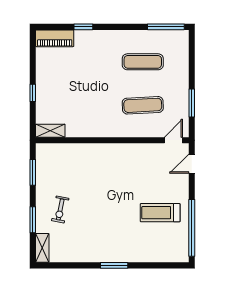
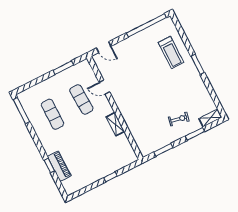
piano: (55, 38) -> (59, 166), moved
shelving: (50, 131) -> (115, 124), moved
door: (173, 140) -> (104, 87), moved
treadmill: (160, 213) -> (171, 52), moved

